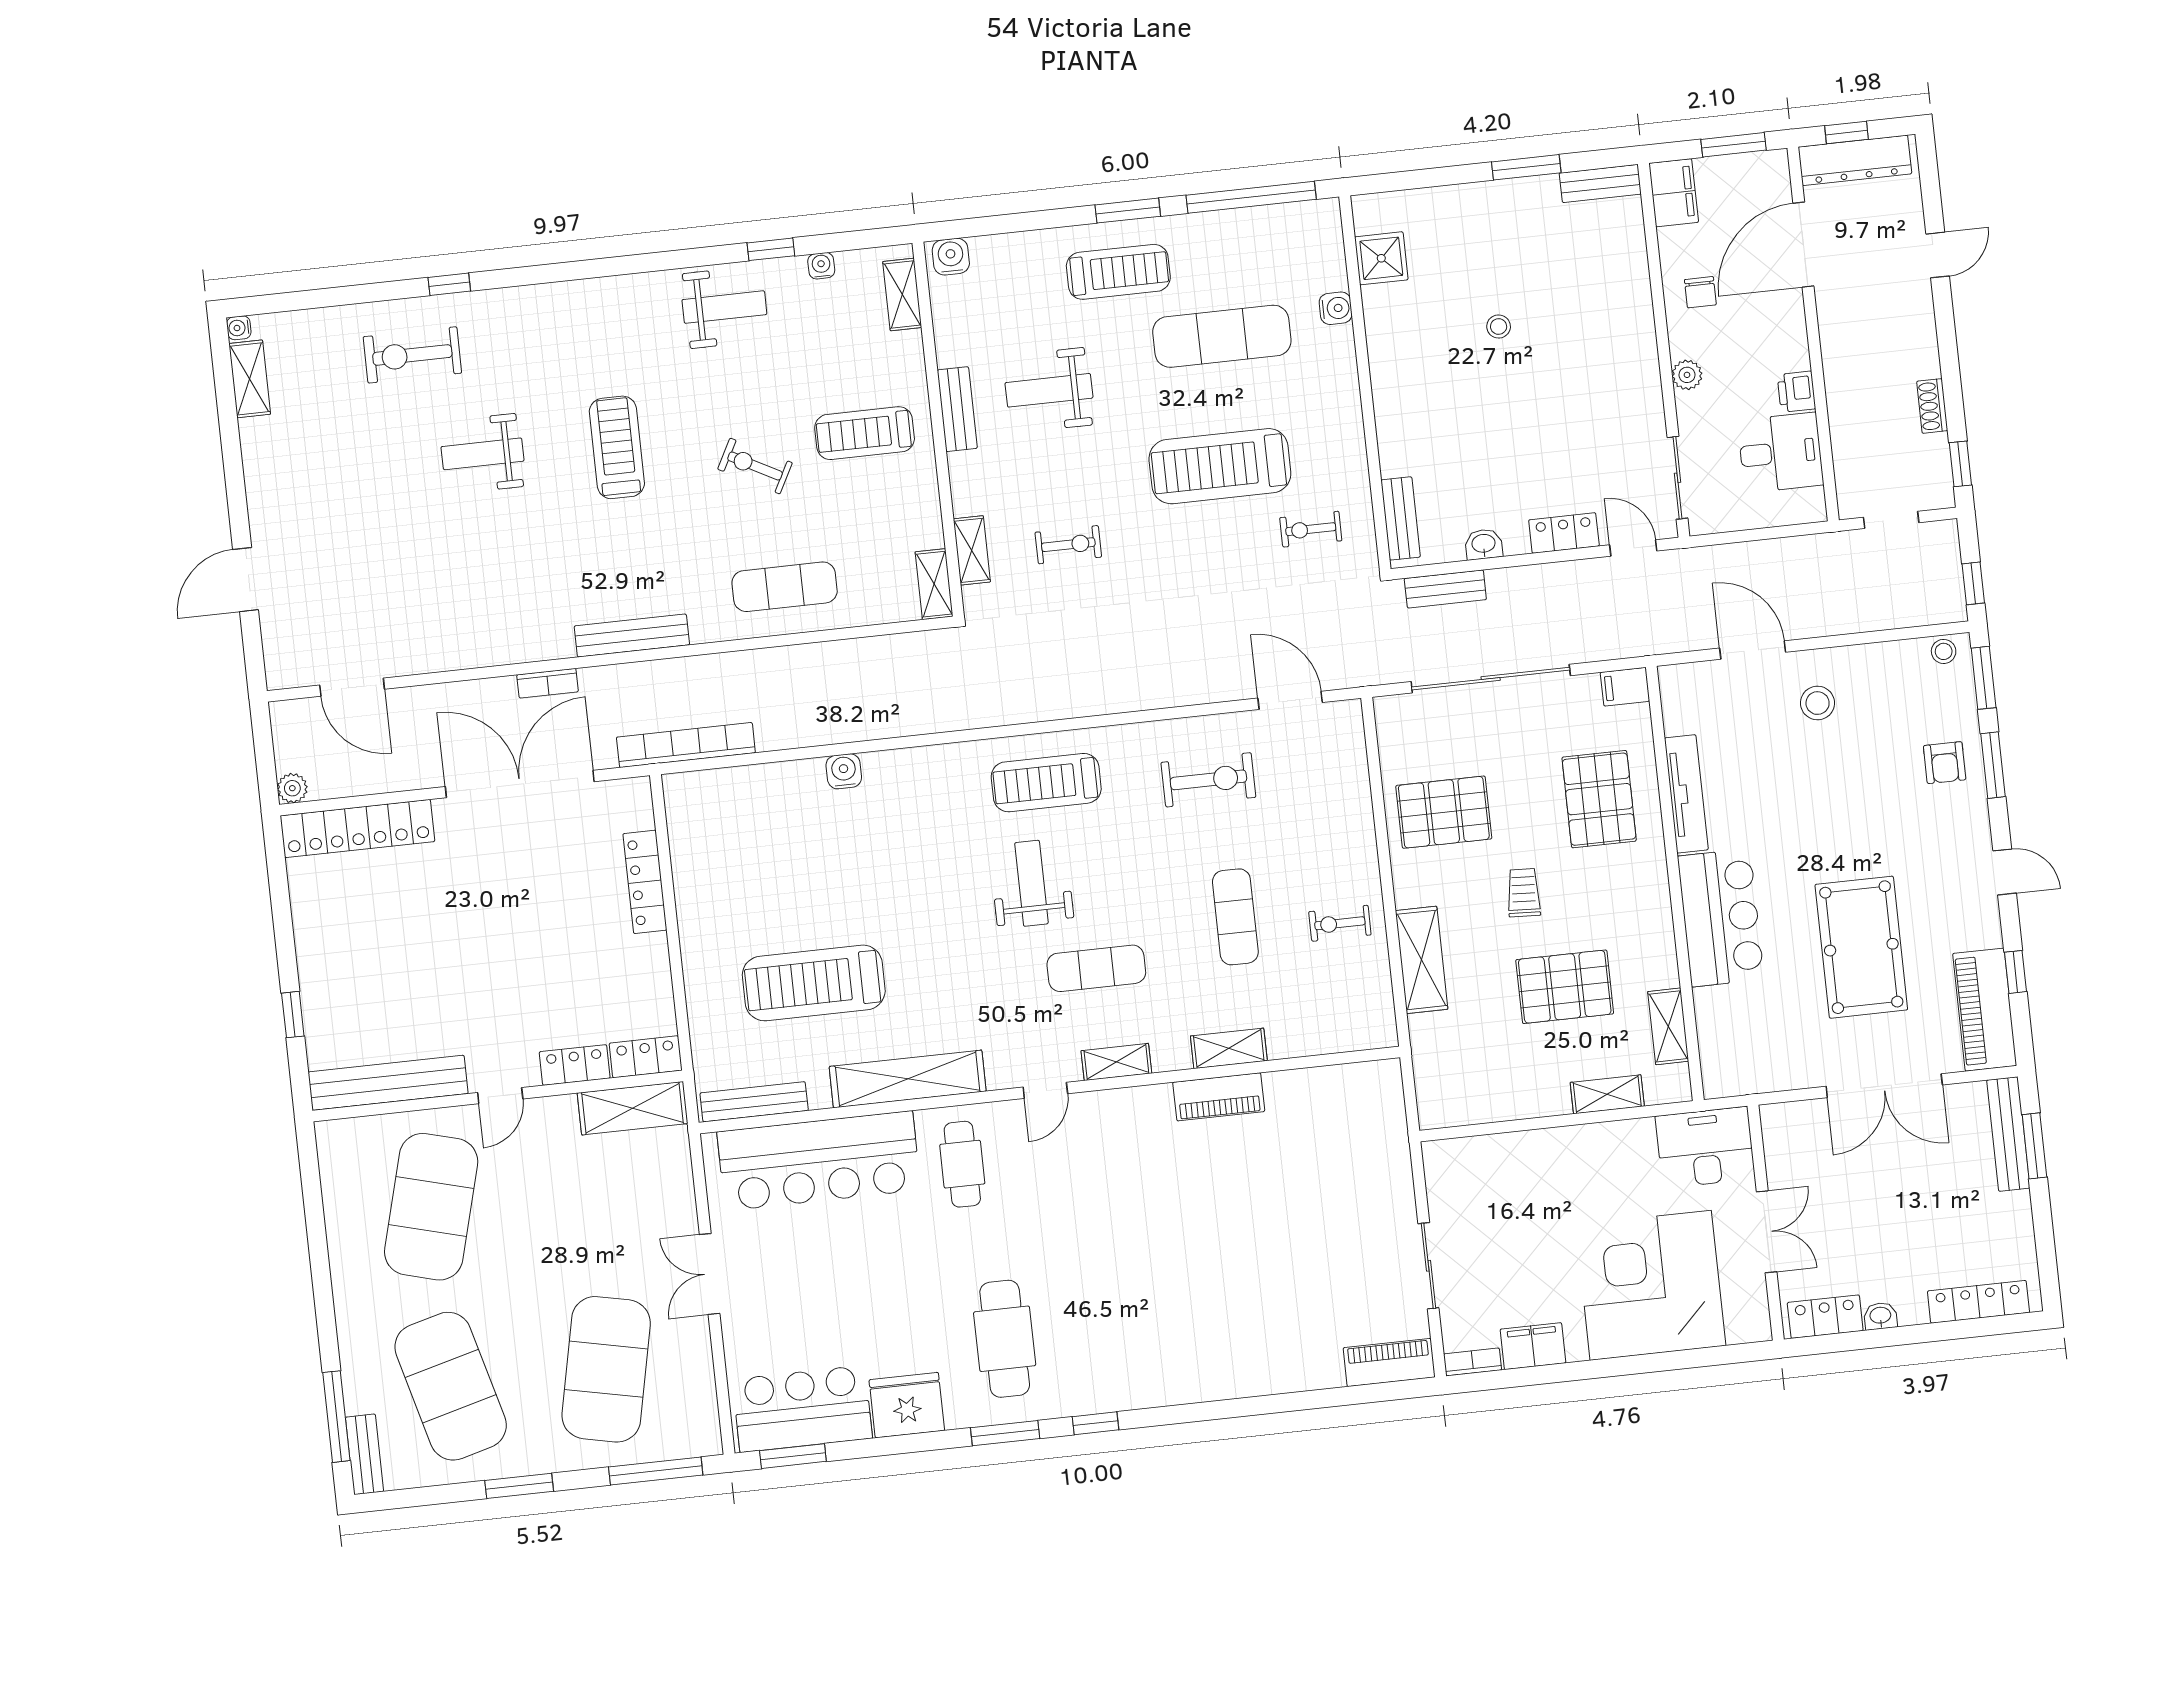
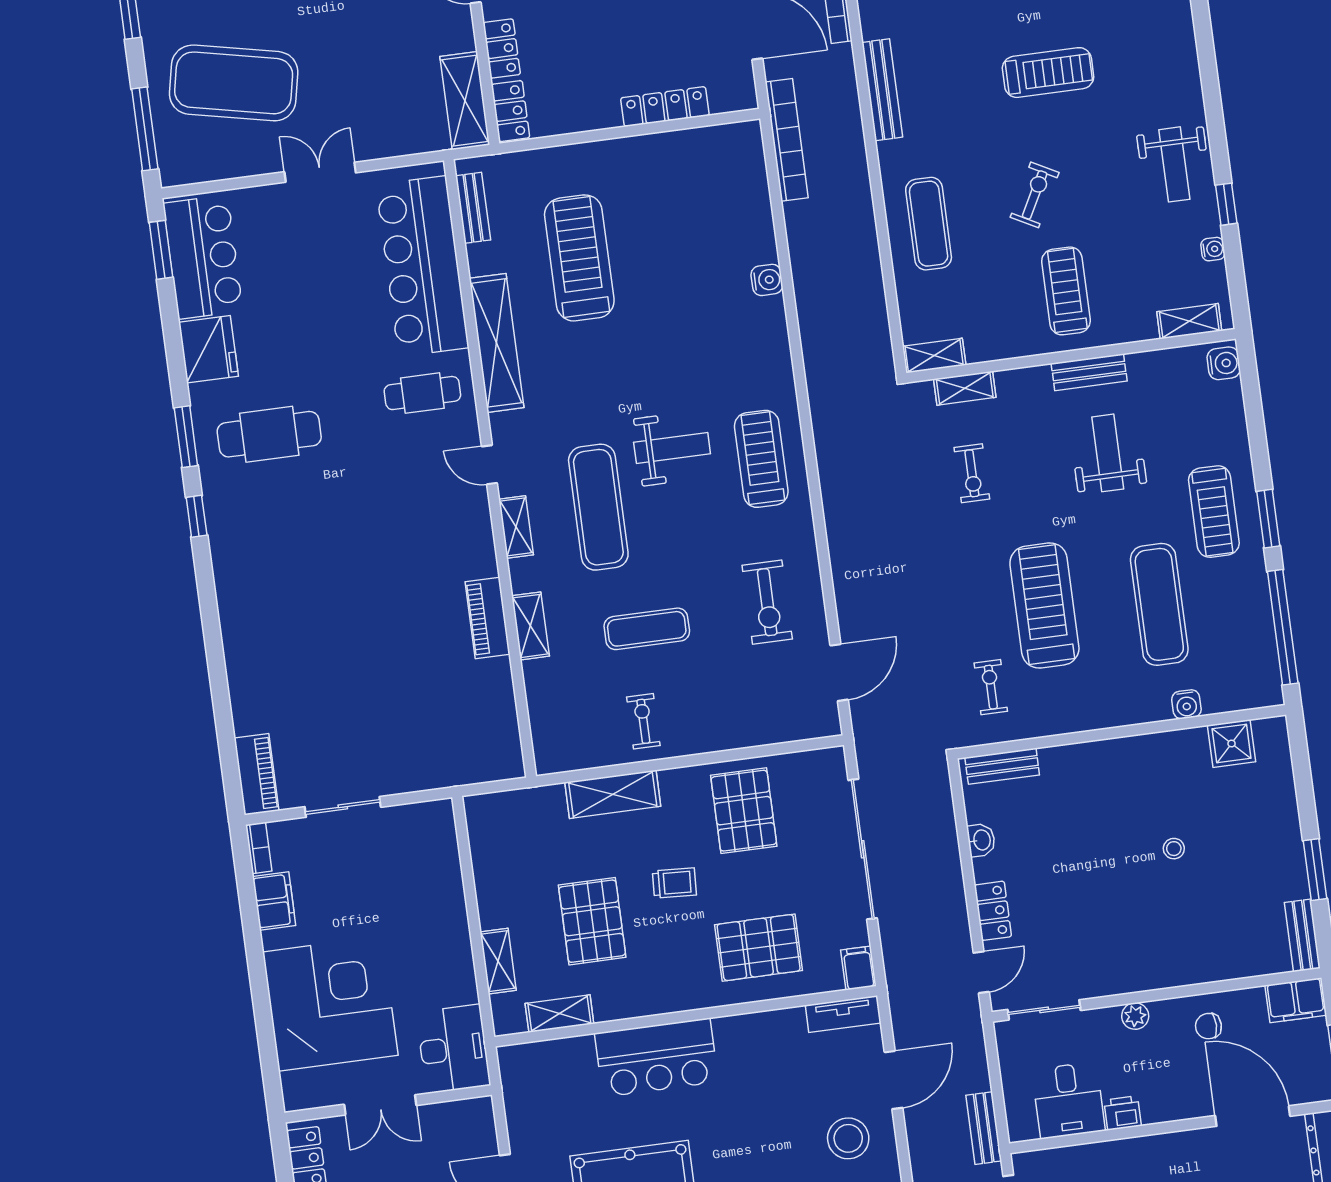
bench: (1445, 589) -> (984, 1128), moved
stool: (1818, 703) -> (848, 1138), width x1.38, depth x1.38
tv unit: (1686, 794) -> (843, 1014), moved, width x0.71
exercise mat: (1096, 968) -> (598, 507), width x1.36, depth x1.45
bench: (754, 1102) -> (473, 208), width x0.73

